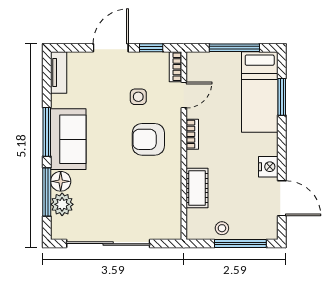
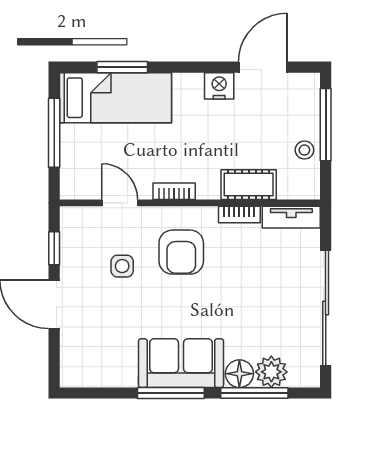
bookcase: (176, 67) -> (239, 214), moved
tv unit: (59, 73) -> (291, 217), moved, turned 180

